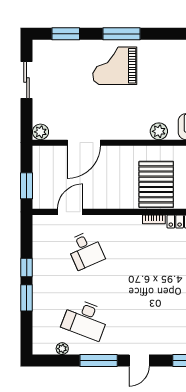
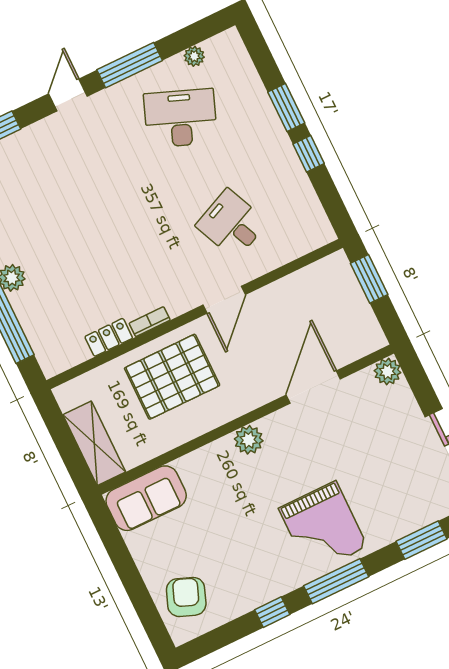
window: (163, 34) -> (272, 612), added
grand piano: (115, 66) -> (323, 527), turned 90
plant: (159, 131) -> (249, 440), moved
pallet: (156, 184) -> (172, 377), turned 90
door: (70, 212) -> (224, 300), moved

